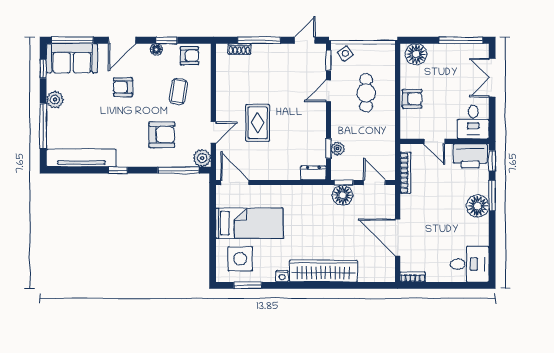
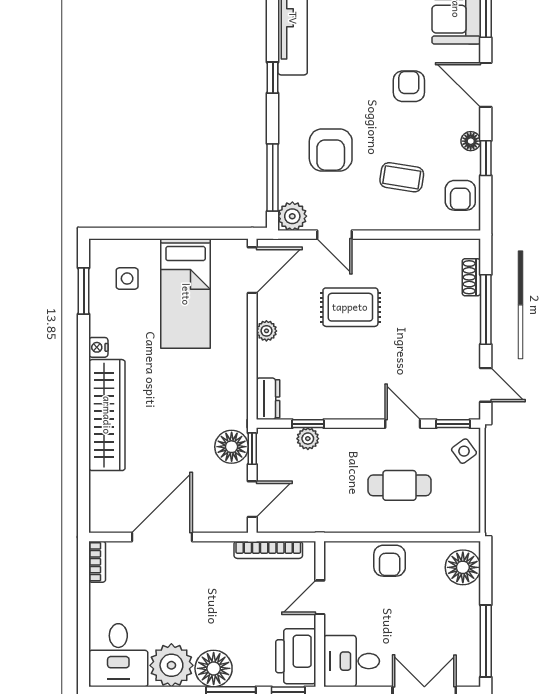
plant: (272, 174) -> (266, 331), added
plant: (476, 232) -> (171, 665), added
side table: (240, 259) -> (127, 279), width x0.54, depth x0.54

